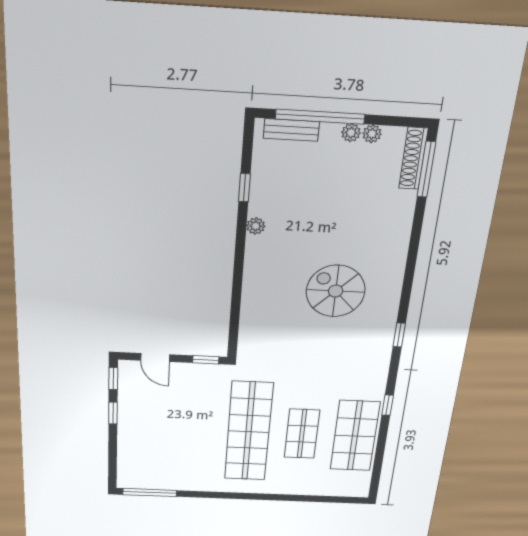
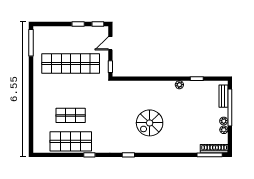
spiral stairs: (336, 291) -> (150, 123), turned 180
shop shelf: (249, 432) -> (71, 63), moved

